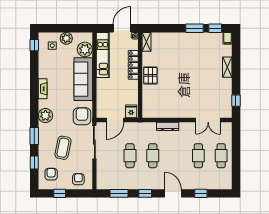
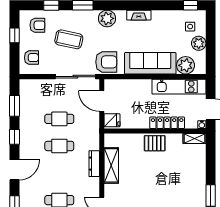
shelving: (169, 112) -> (111, 165), added

